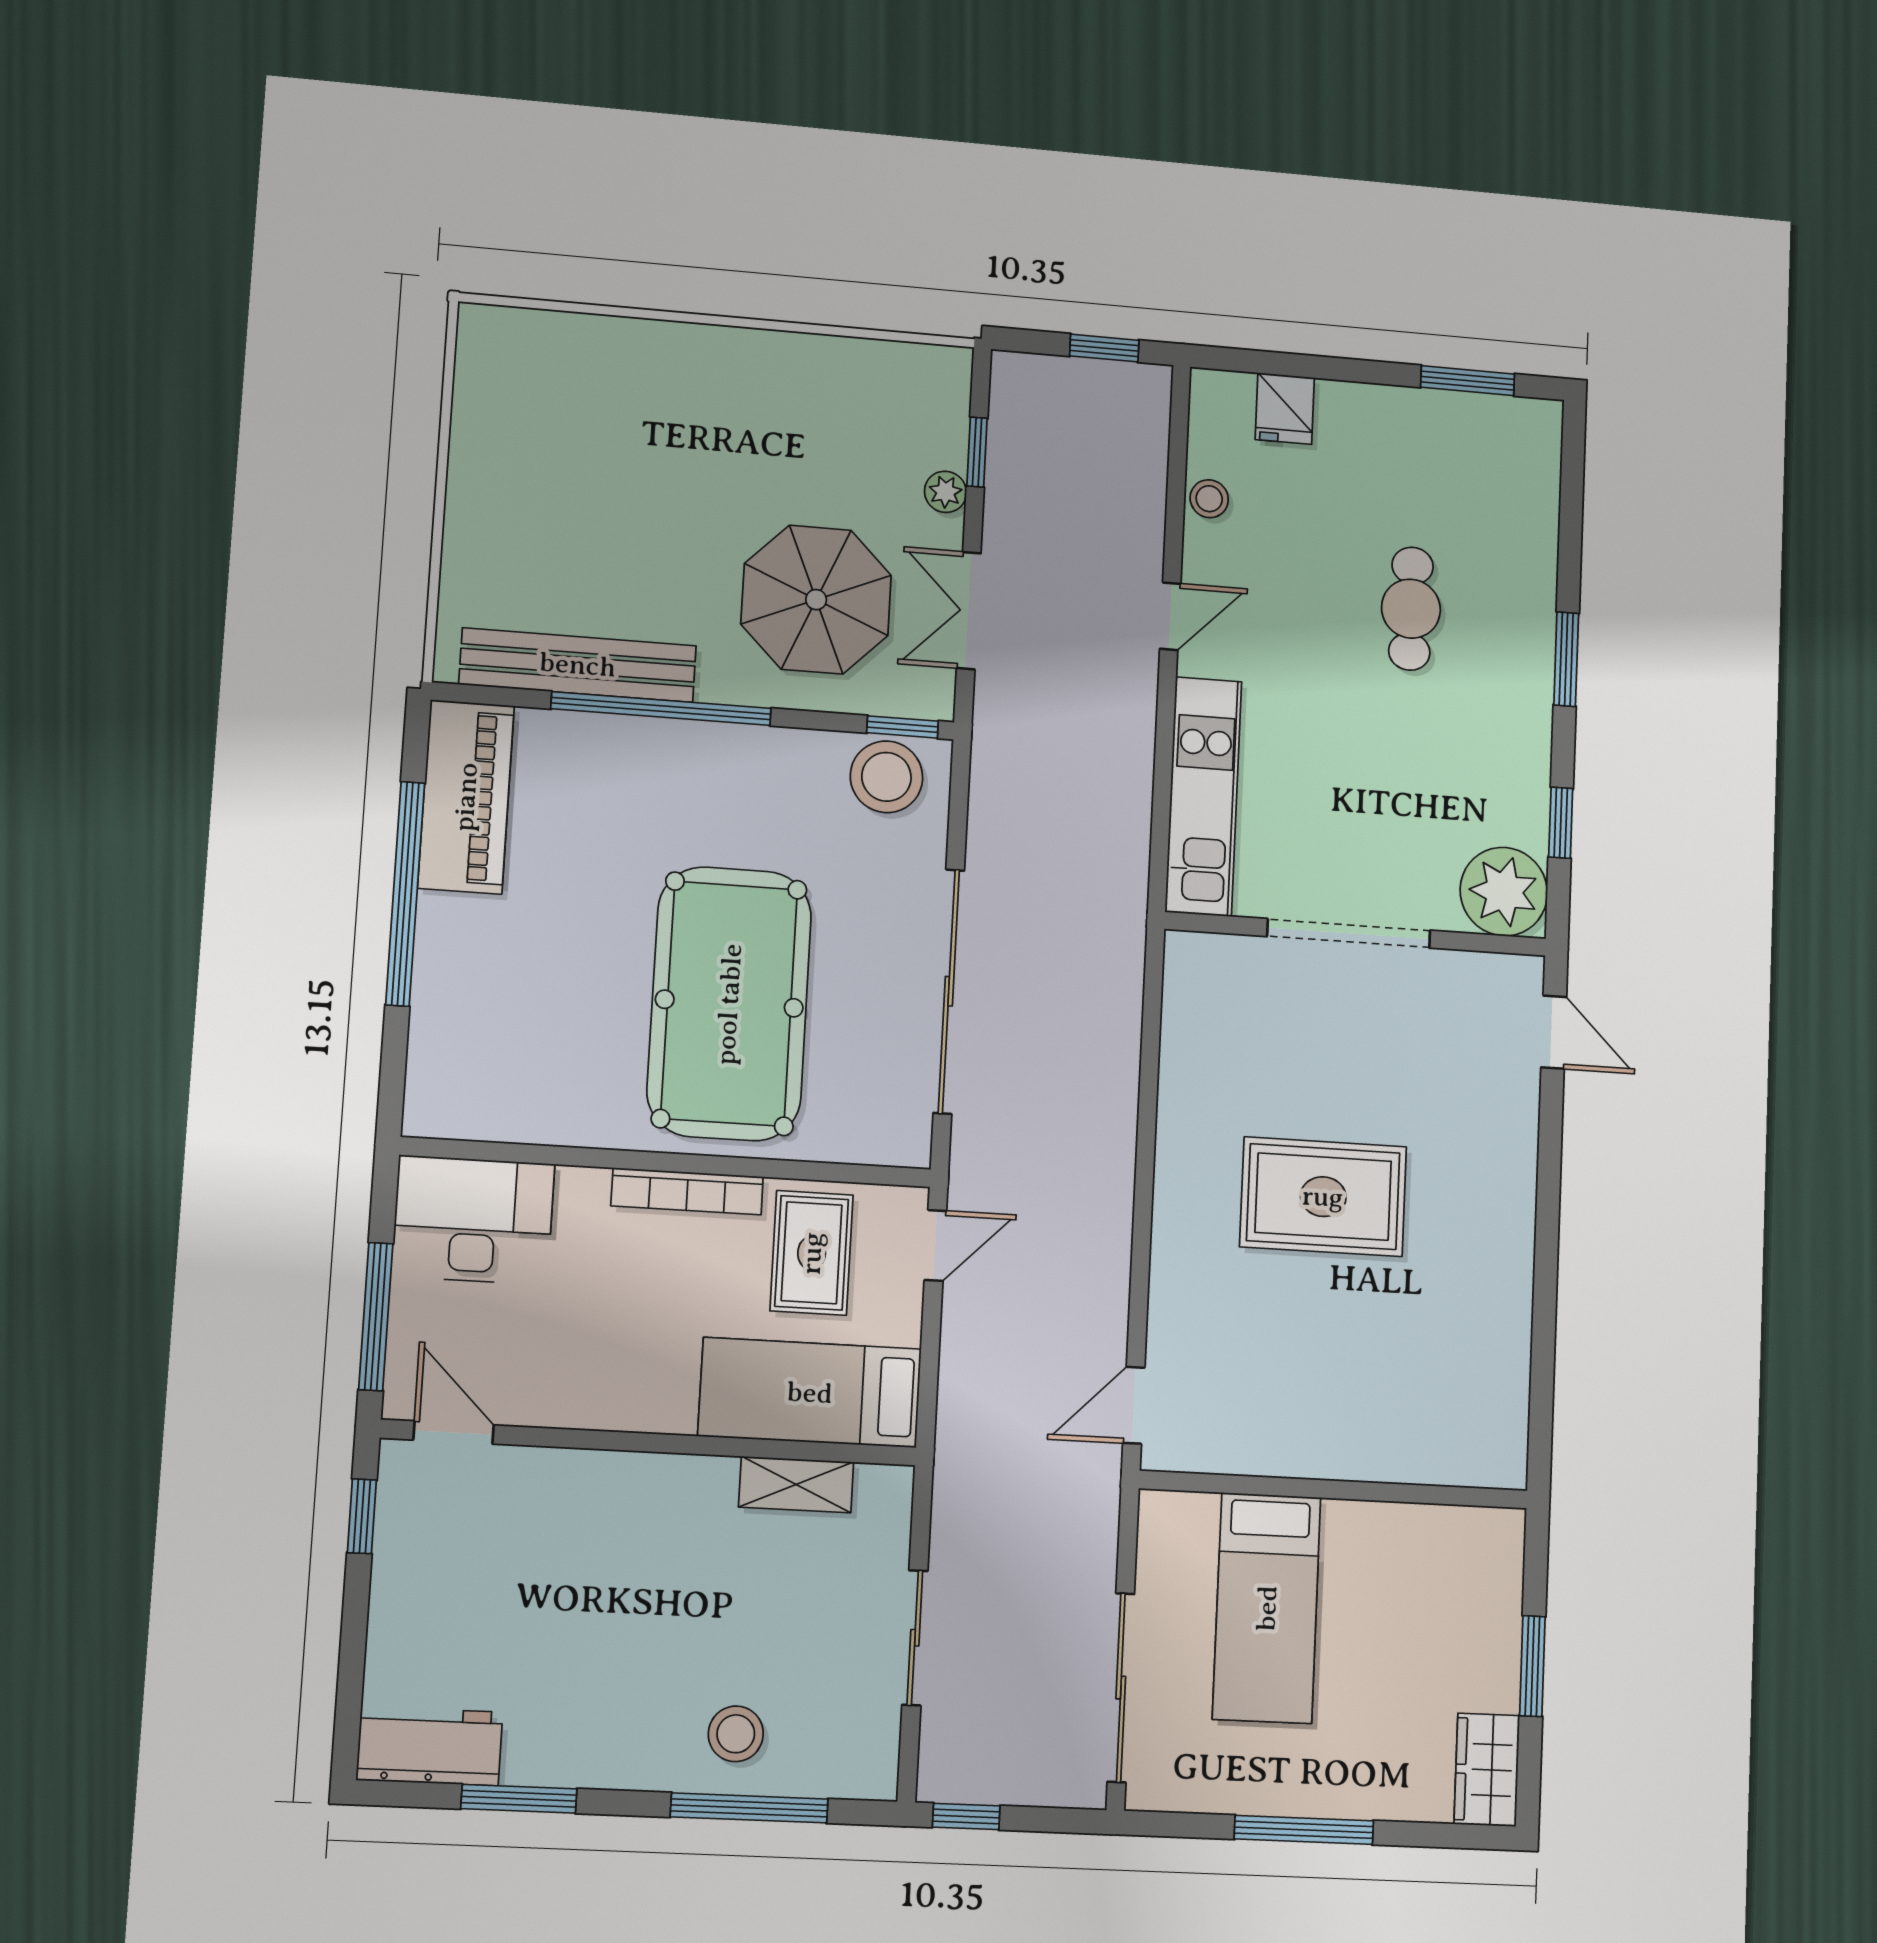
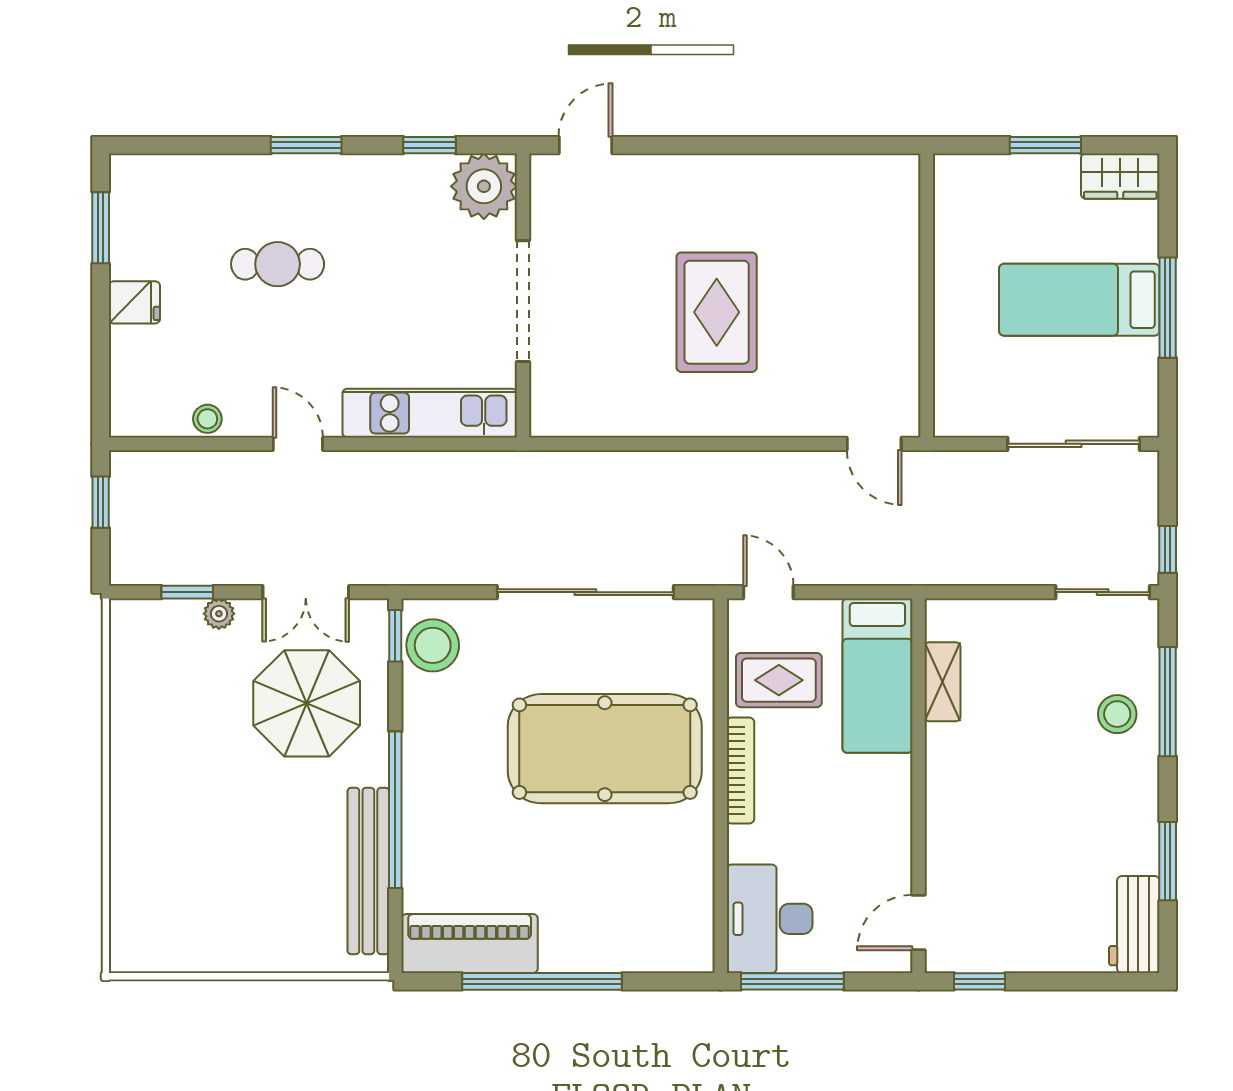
fridge: (1285, 409) -> (134, 302), moved
window: (376, 1317) -> (792, 981), moved
bed: (1267, 1608) -> (1079, 300), moved, turned 180
sliding door: (915, 1638) -> (1103, 592), moved

